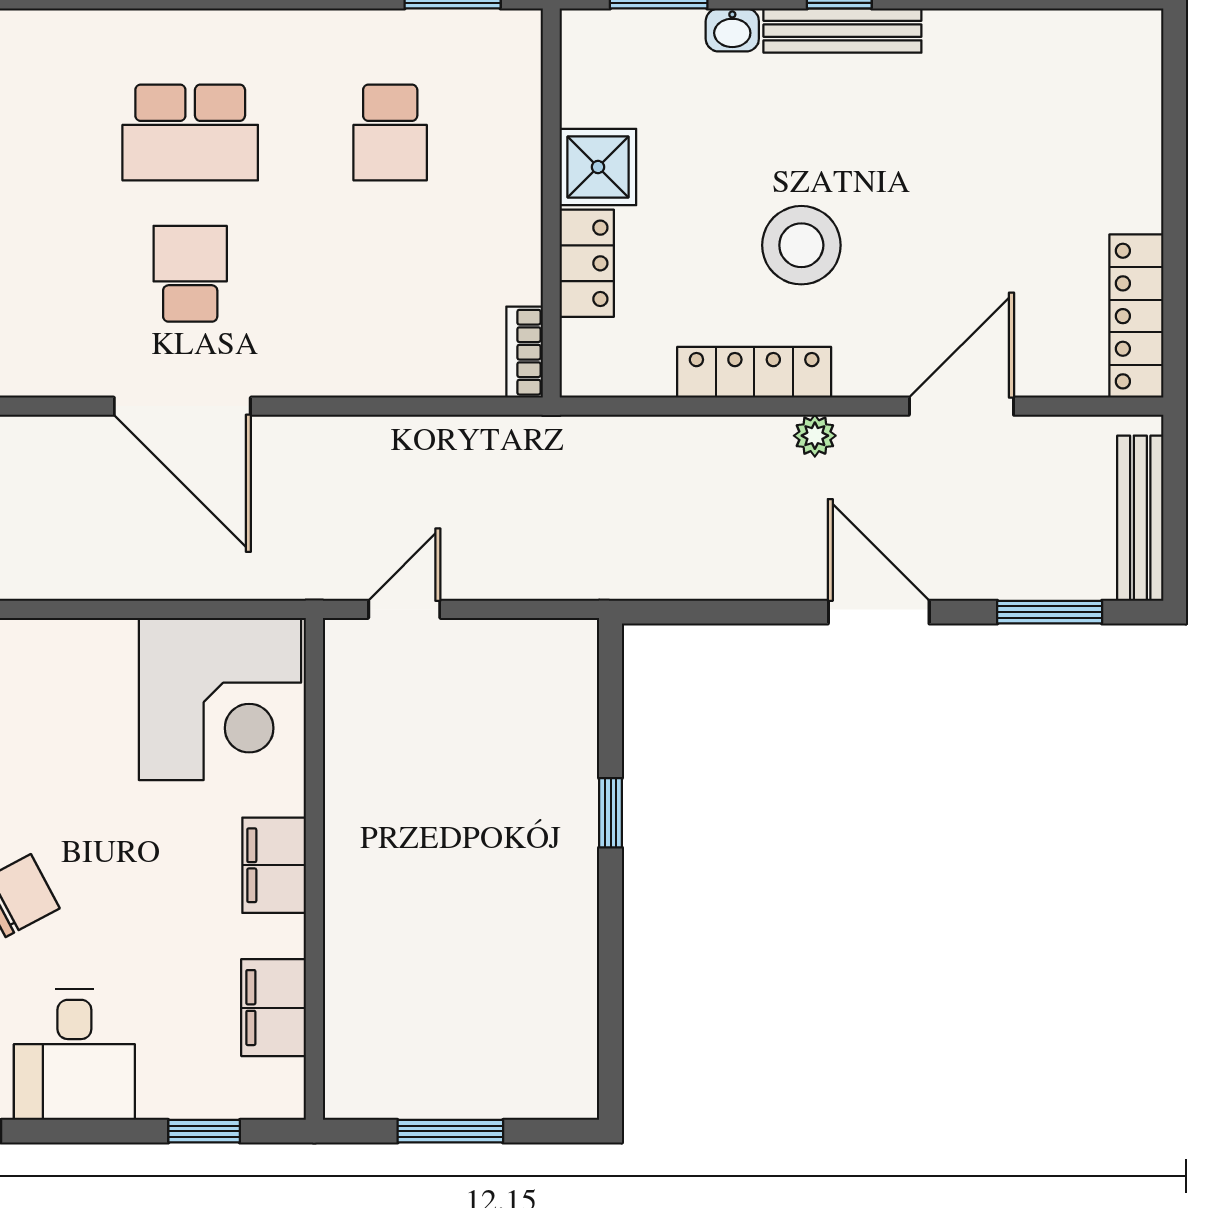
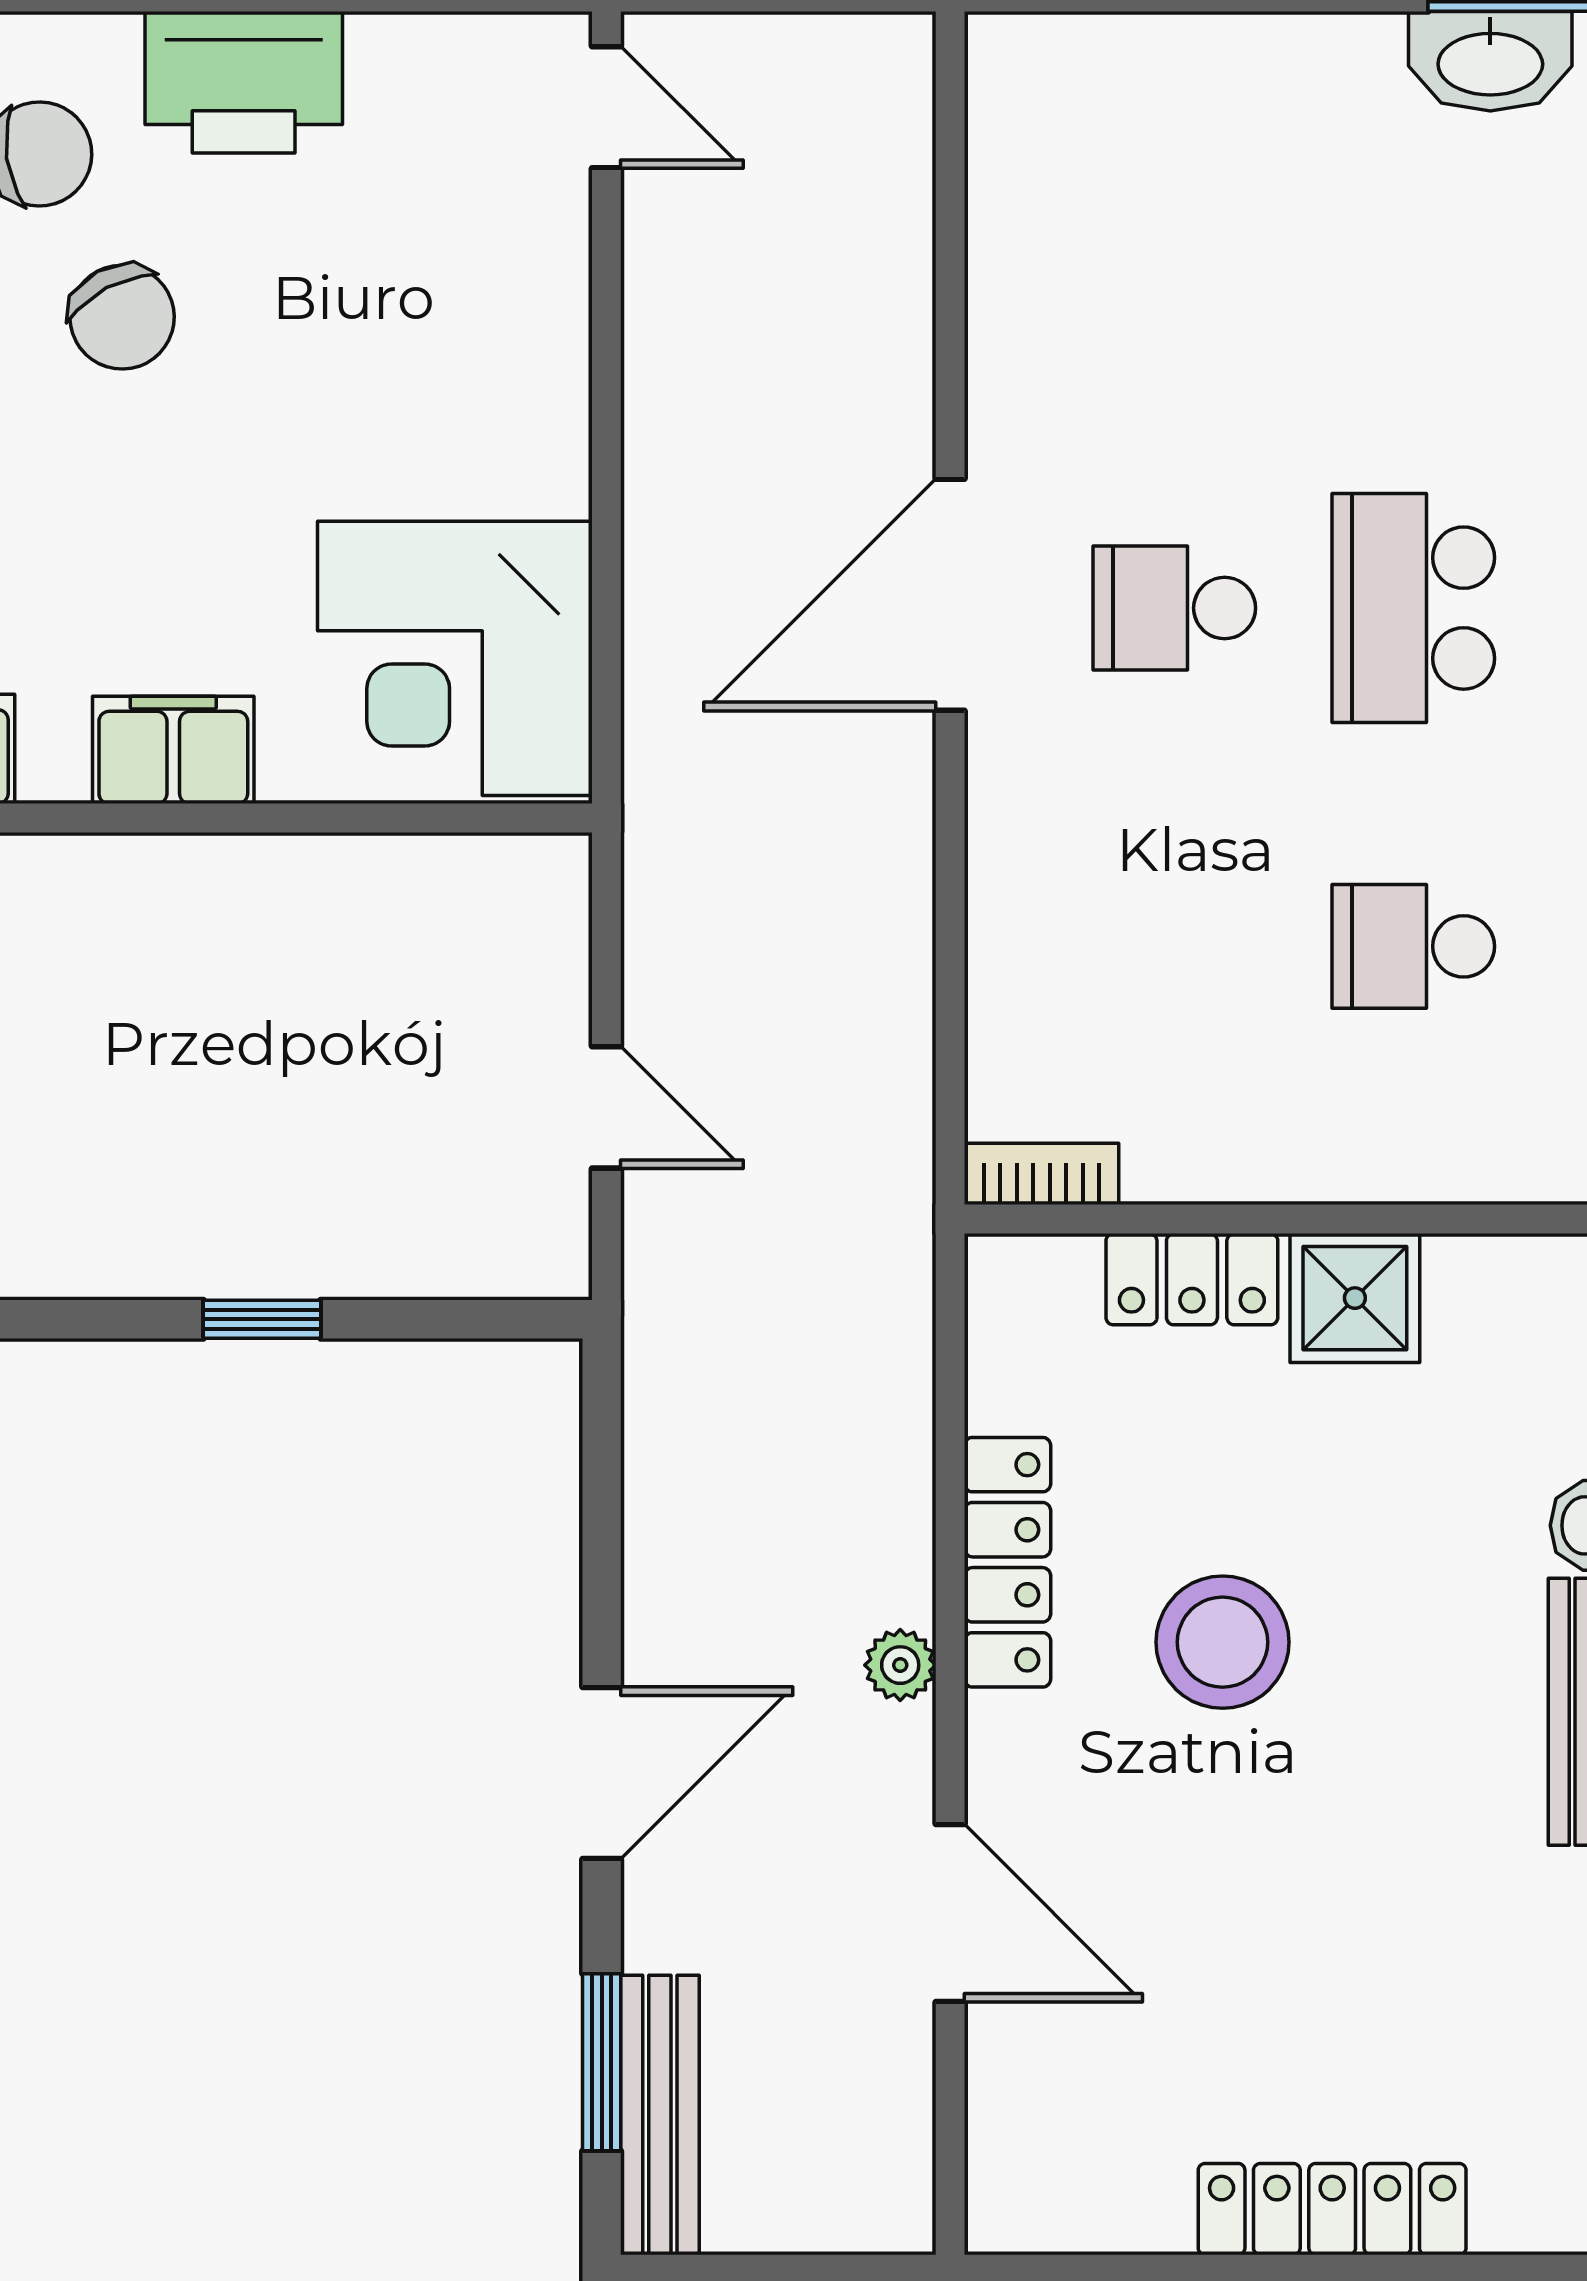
school desk: (190, 274) -> (1174, 608), turned 180
locker: (1136, 316) -> (1332, 2209), moved
bench: (1140, 518) -> (660, 2115), moved, turned 90
door: (404, 609) -> (606, 1107), moved

